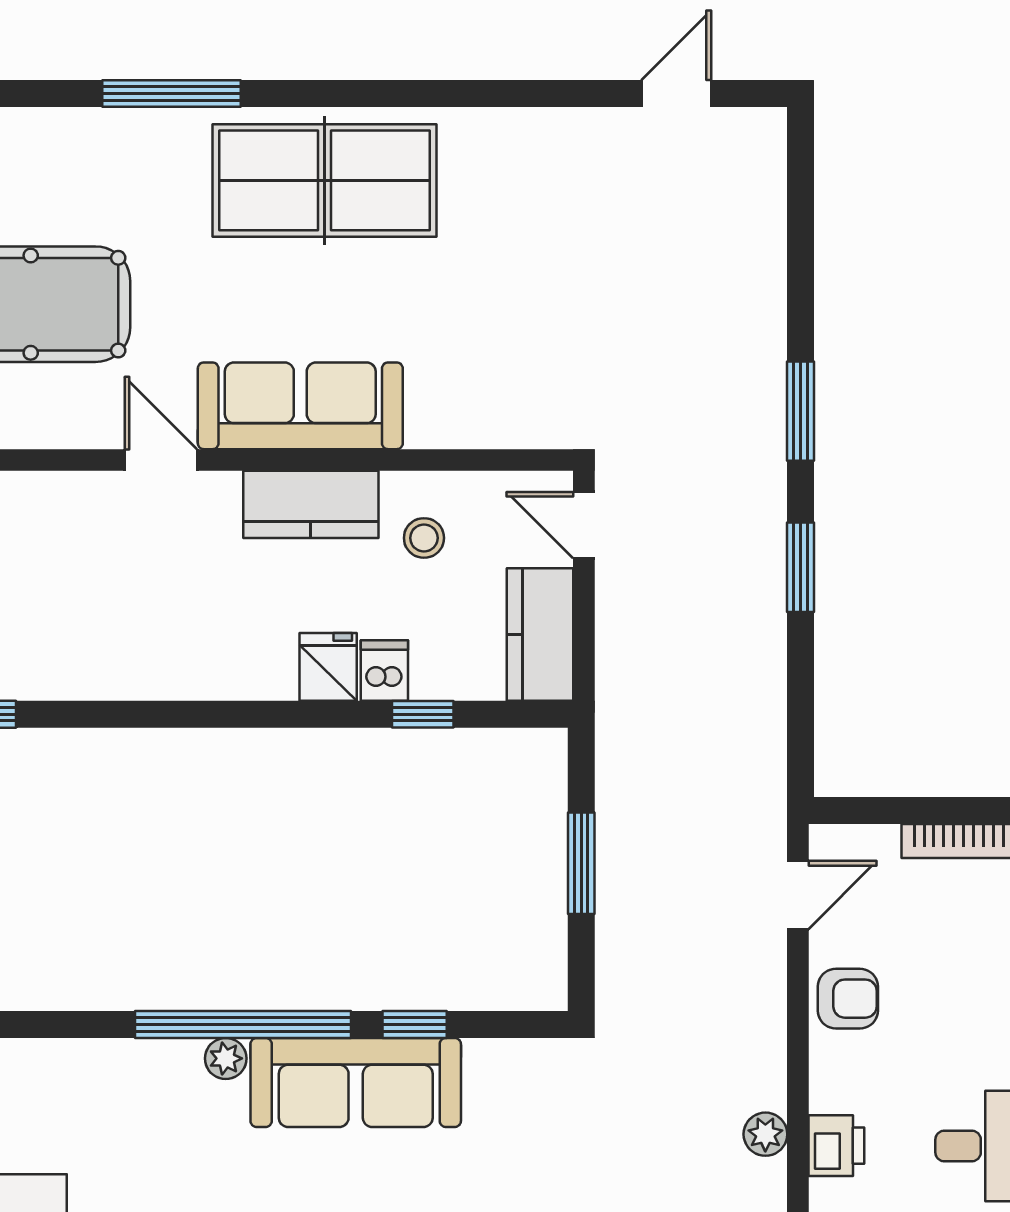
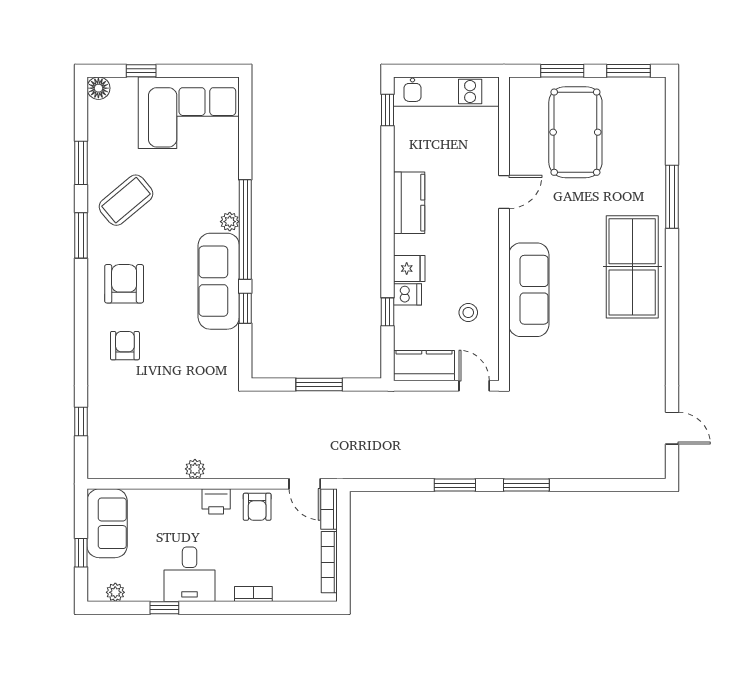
sofa: (300, 406) -> (529, 290), moved
kitchen counter: (311, 504) -> (409, 203), moved, turned 180
door: (584, 525) -> (474, 386), hinge flipped
bookcase: (853, 842) -> (329, 509), added
printer: (836, 1146) -> (216, 501), moved

